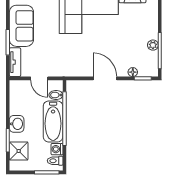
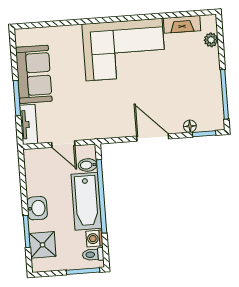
plant: (153, 45) -> (211, 40), moved

